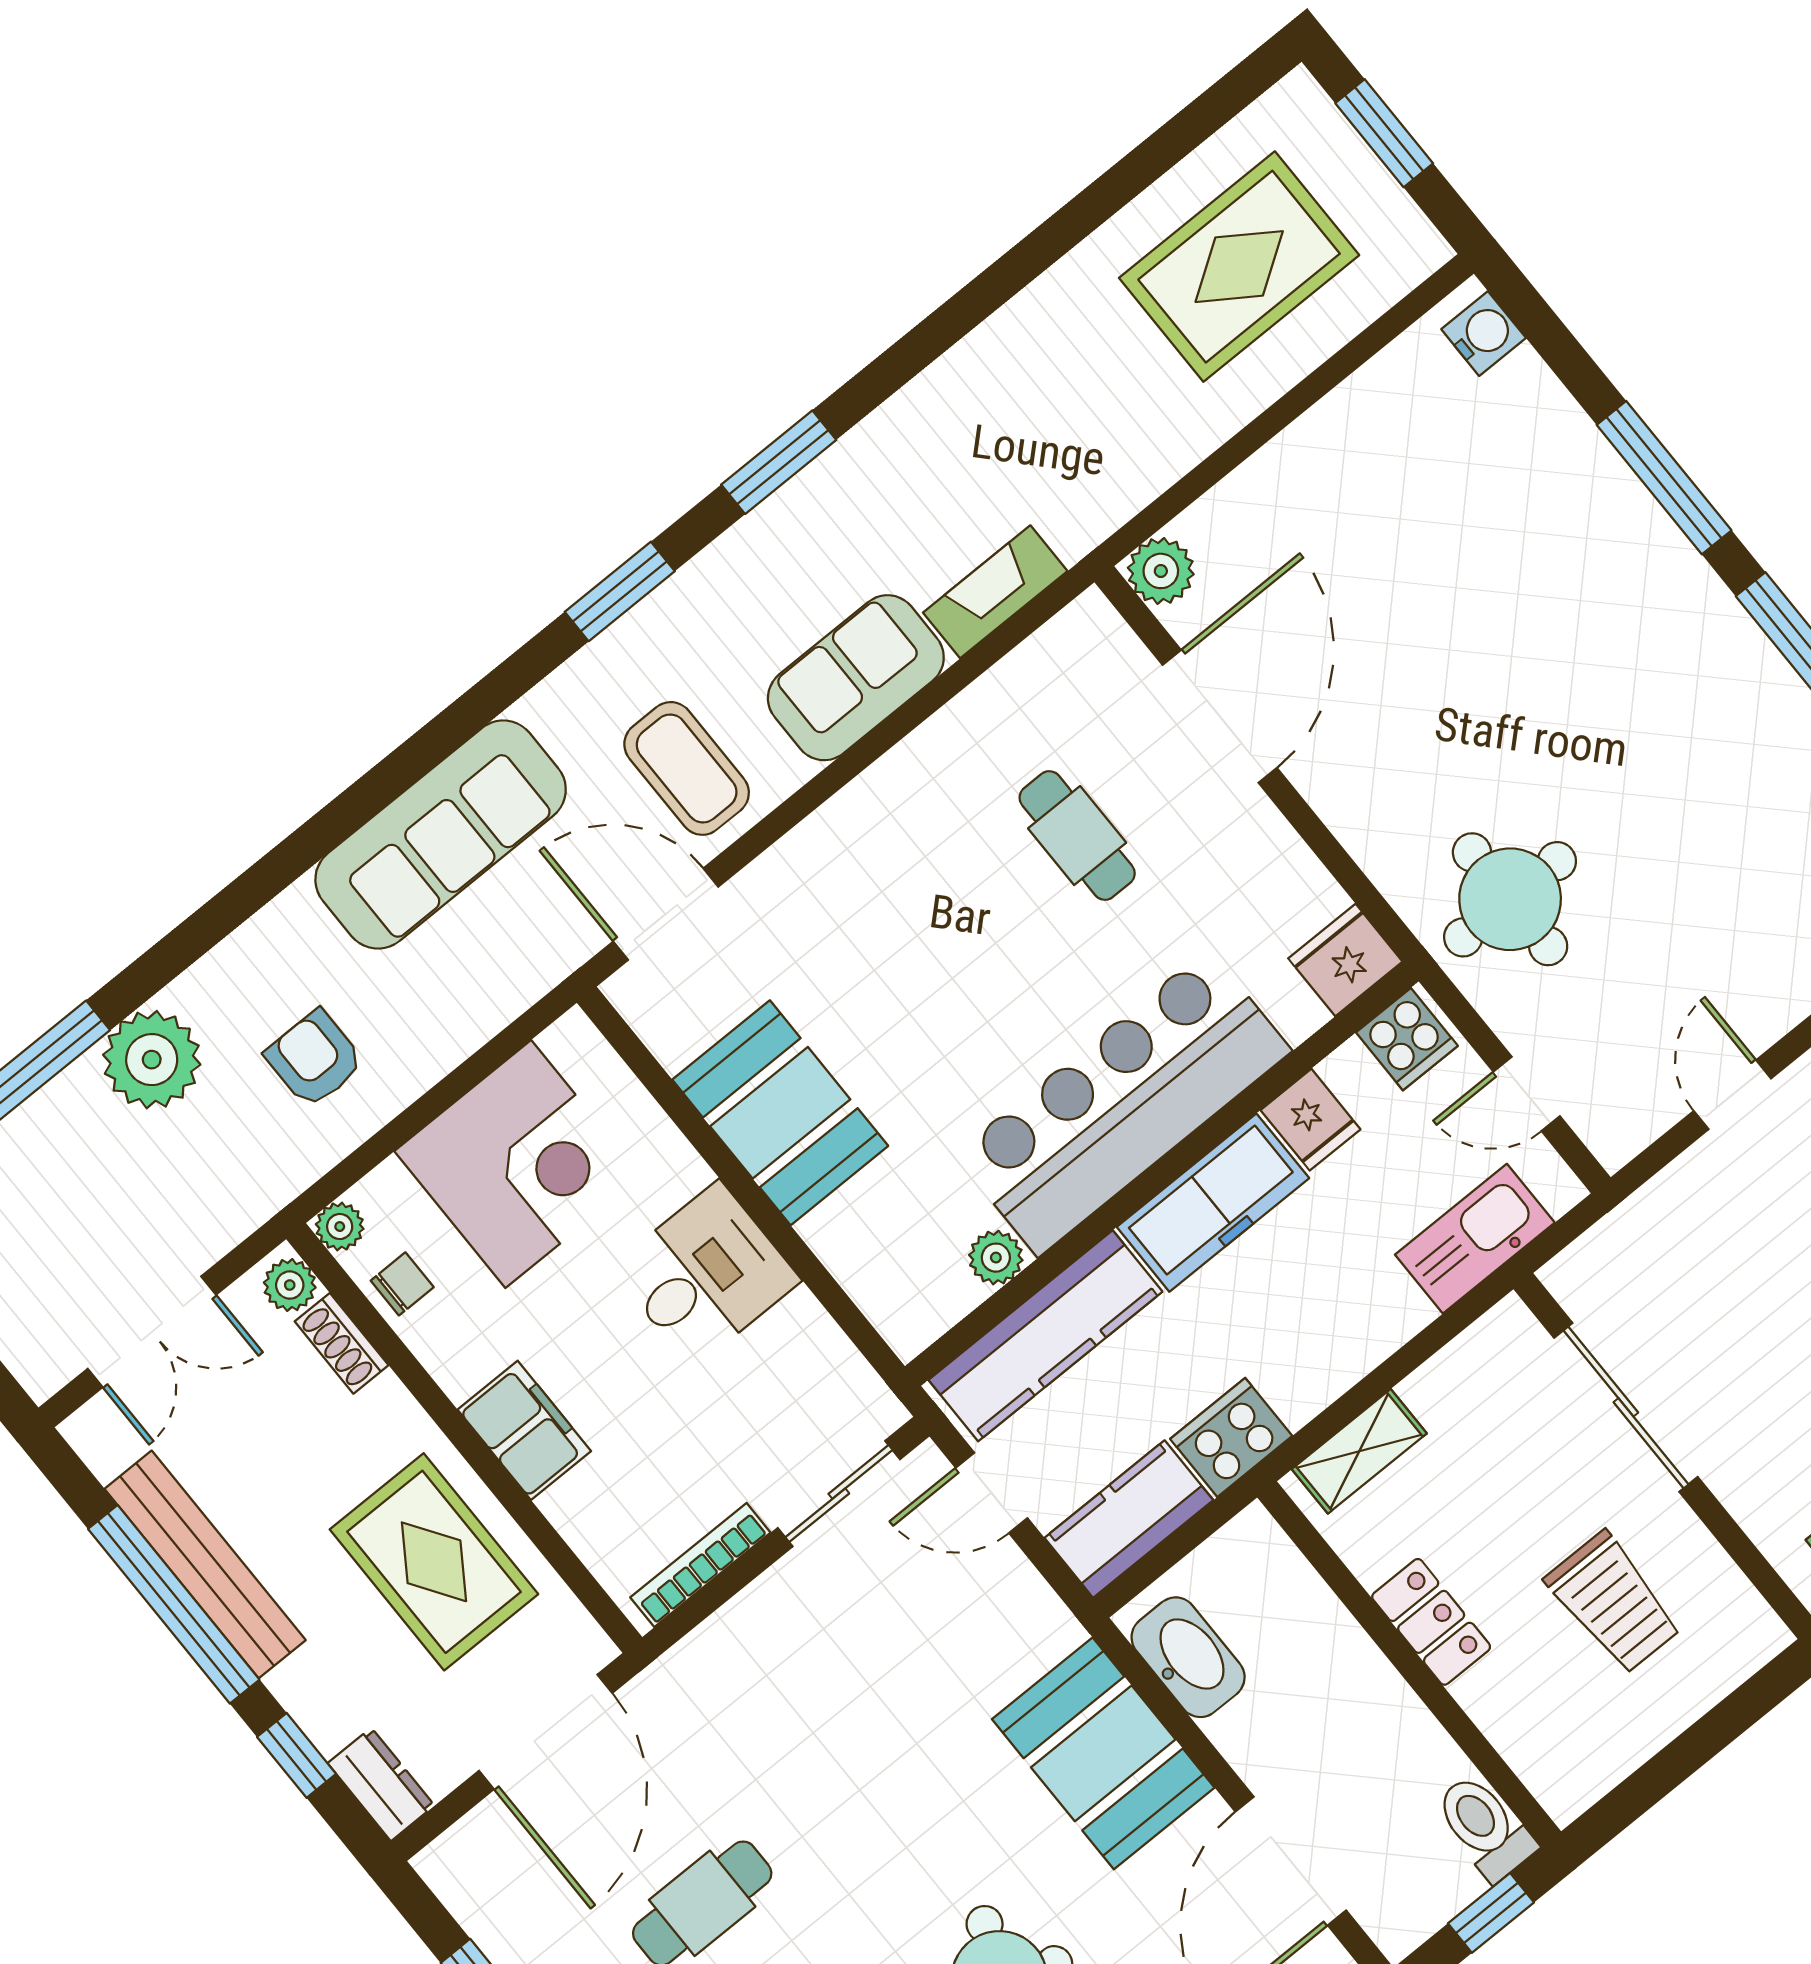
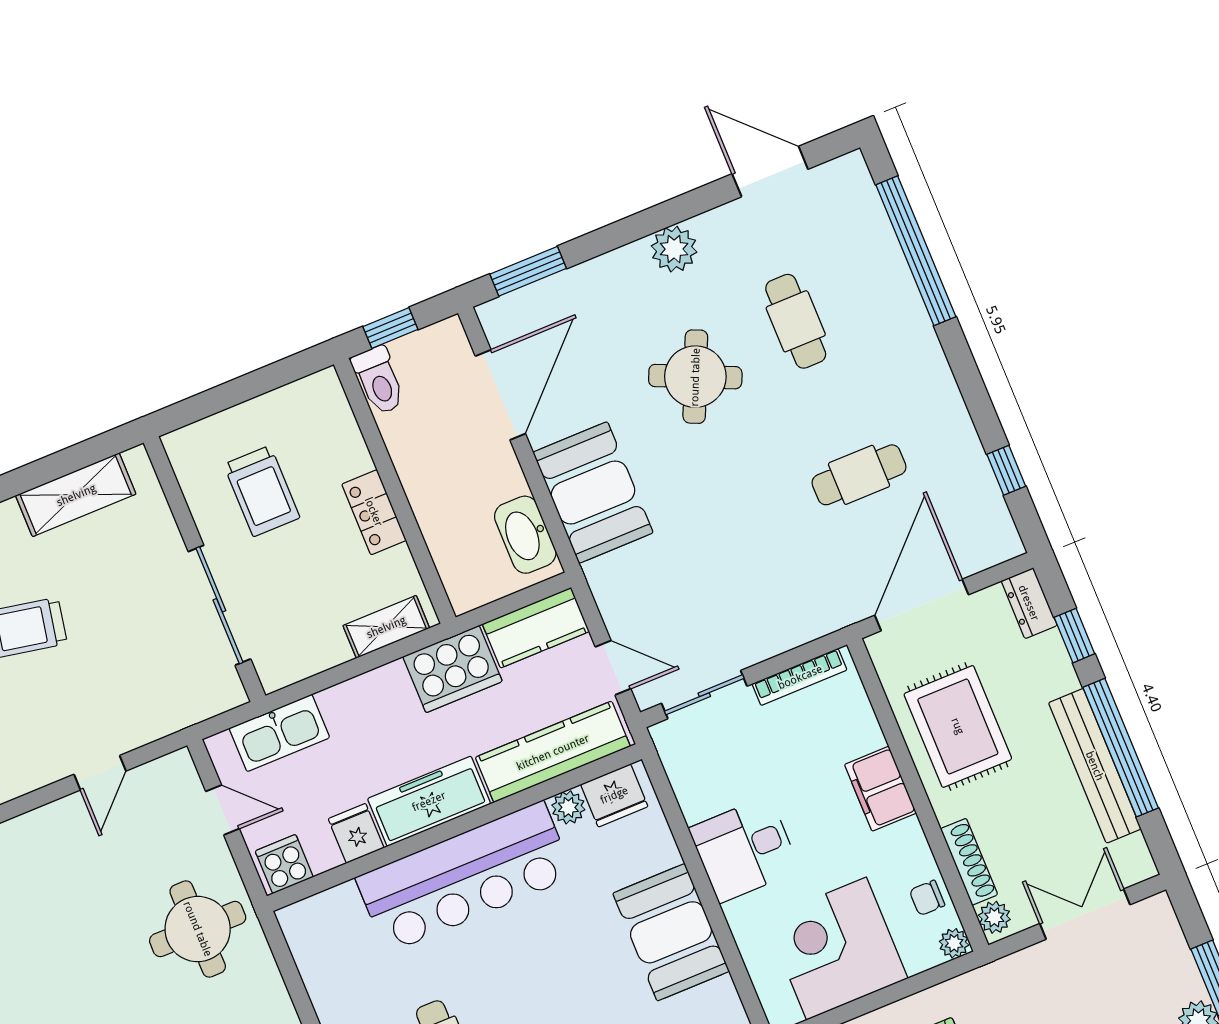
fridge: (1345, 960) -> (614, 795), moved
shoe rack: (342, 1343) -> (969, 862), width x1.43
cooker: (1231, 1437) -> (453, 669), width x1.37, depth x1.31
trolley: (1614, 1603) -> (262, 491), turned 180

